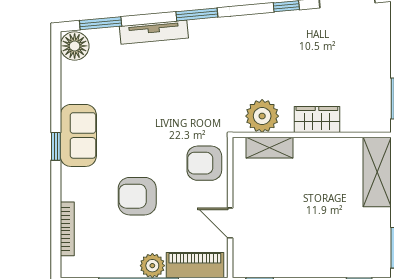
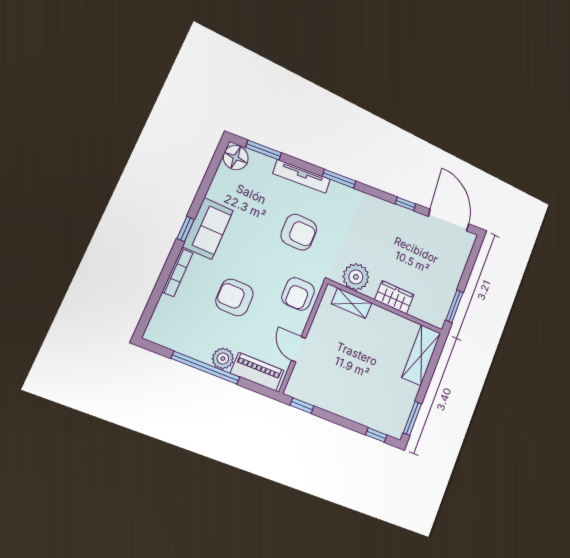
armchair: (177, 95) -> (299, 232), added
armchair: (204, 163) -> (298, 294), turned -90
bookcase: (67, 229) -> (177, 272), moved

